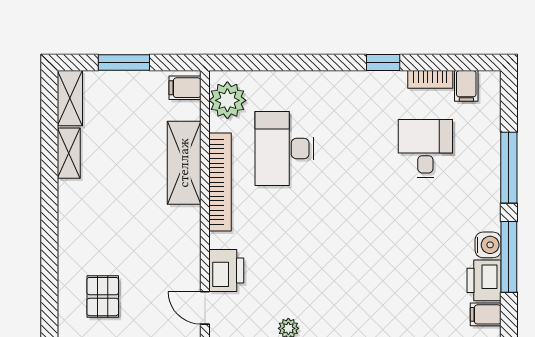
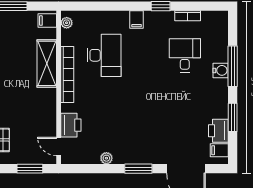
filing cabinet: (466, 86) -> (137, 19), moved
plant: (227, 100) -> (67, 23), width x0.53, depth x0.53
desk: (284, 149) -> (104, 55), turned 180
water cooler: (488, 245) -> (221, 70), moved
window: (509, 257) -> (233, 117), width x0.69

